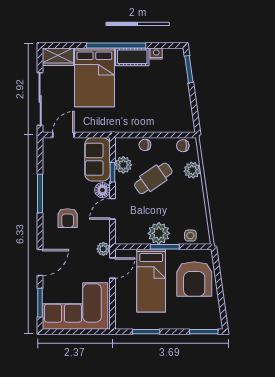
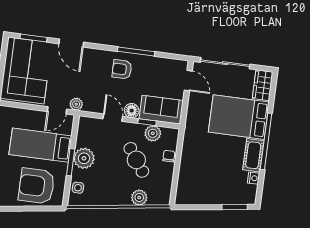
chair: (183, 146) -> (163, 192), removed
armchair: (68, 218) -> (122, 69), moved
door: (112, 268) -> (57, 110), hinge flipped

